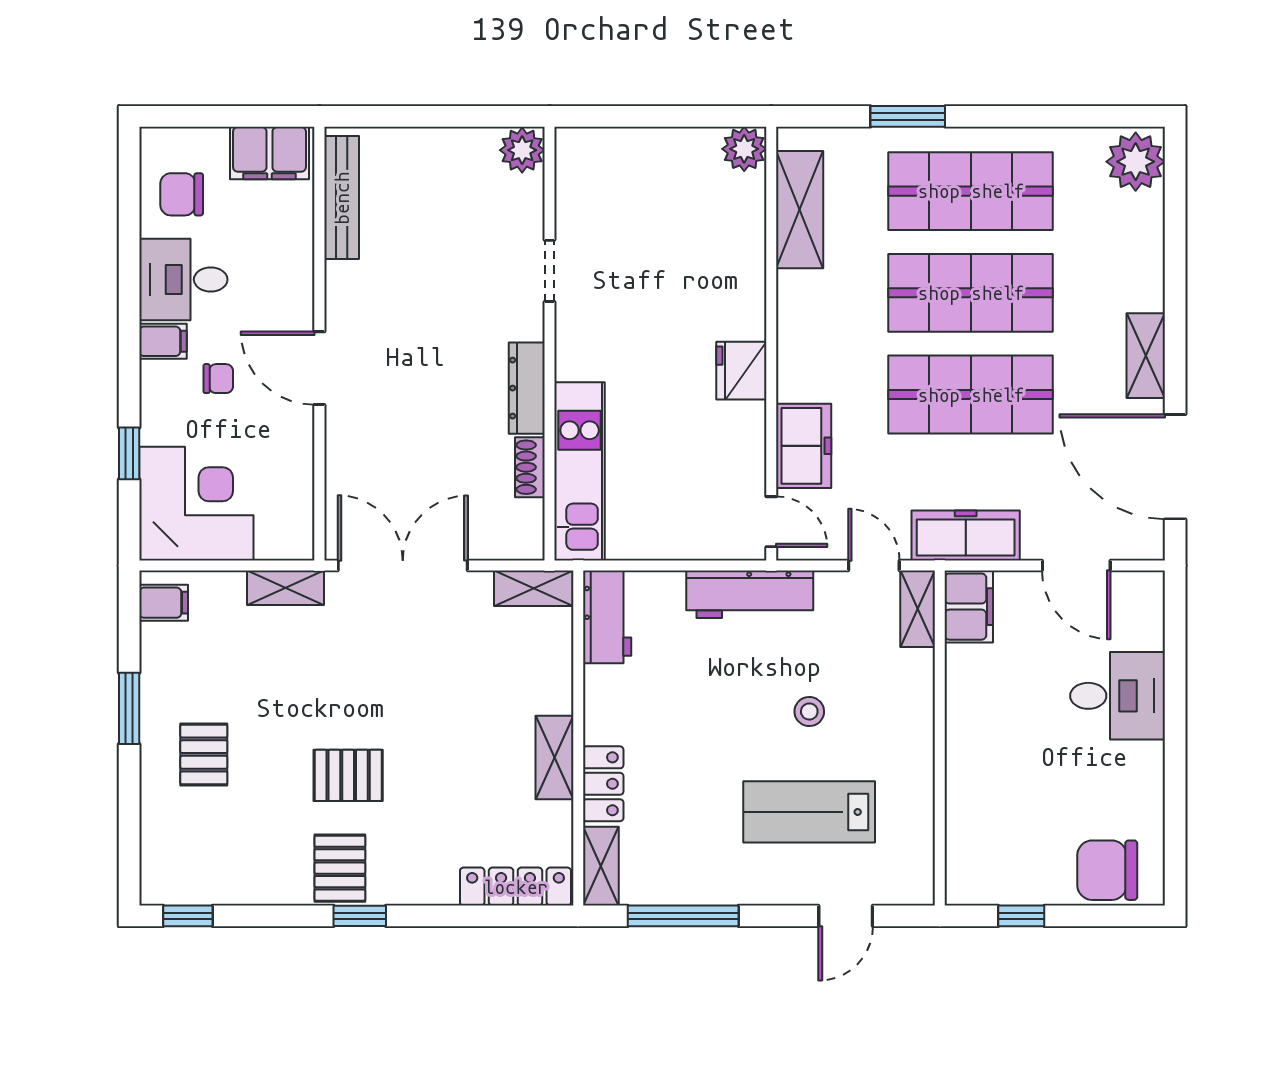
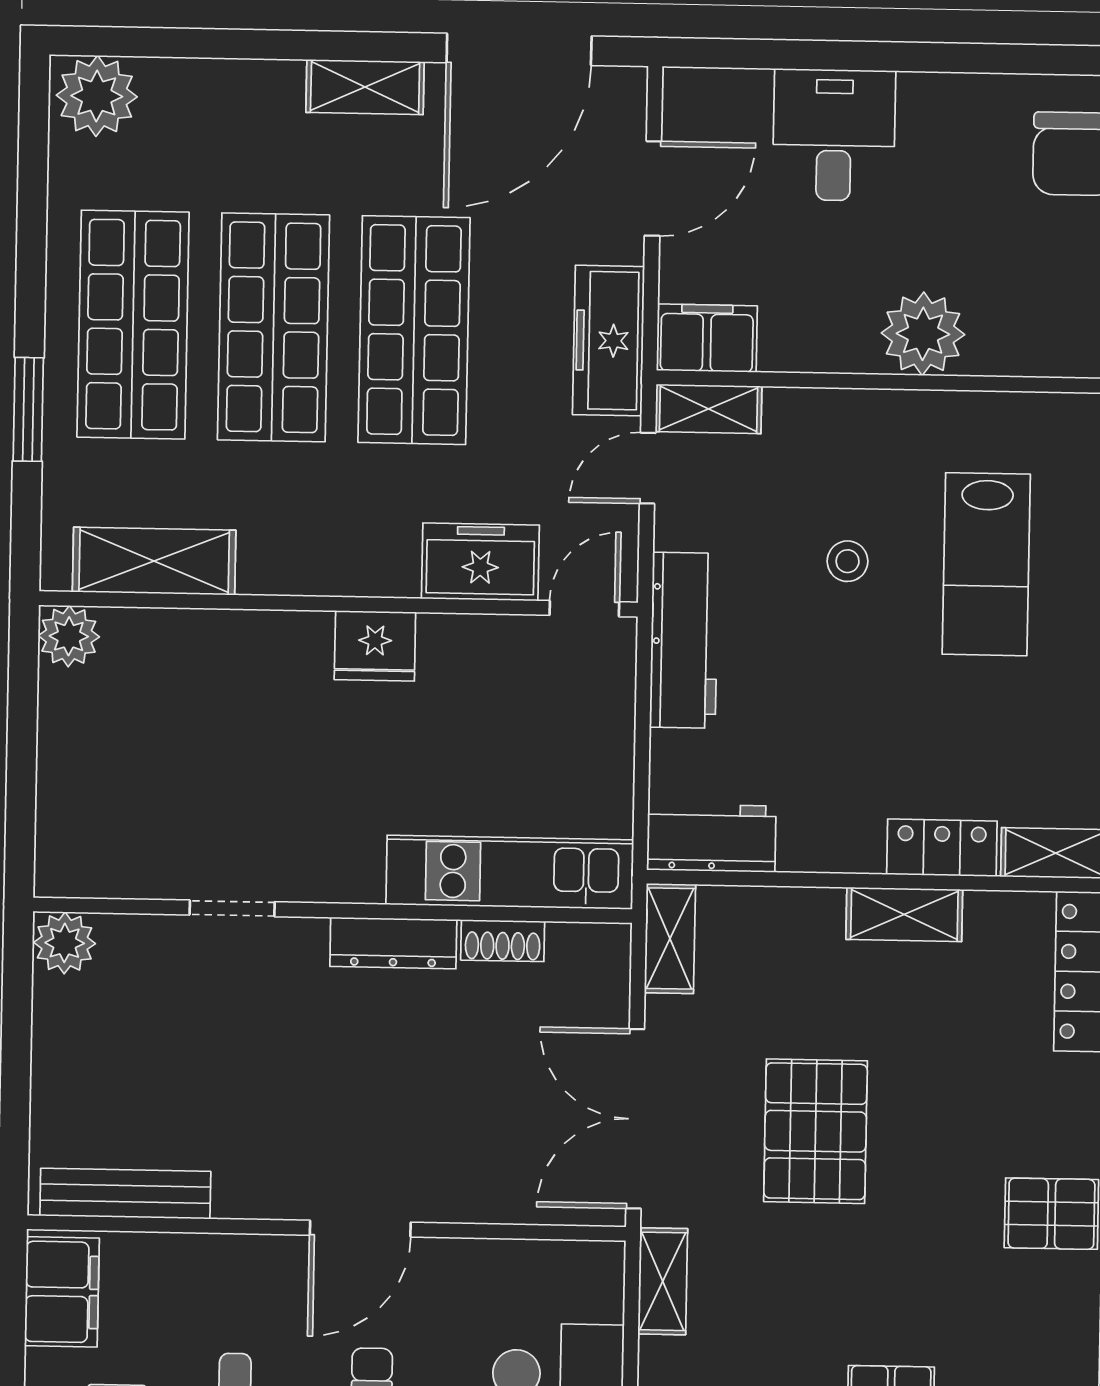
plant: (975, 763) -> (923, 334), added
pallet: (348, 775) -> (816, 1131), moved, width x1.50, depth x1.42

